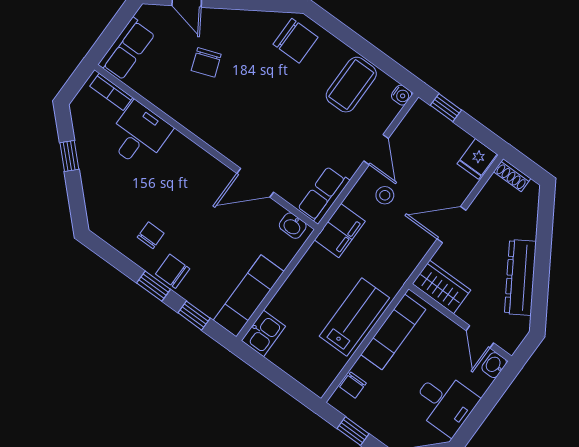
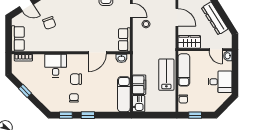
desk: (139, 135) -> (56, 66), moved
door: (451, 225) -> (177, 17), swing flipped
filing cabinet: (340, 231) -> (139, 85), moved
chair: (173, 271) -> (76, 79), moved
window: (194, 316) -> (66, 115), moved

